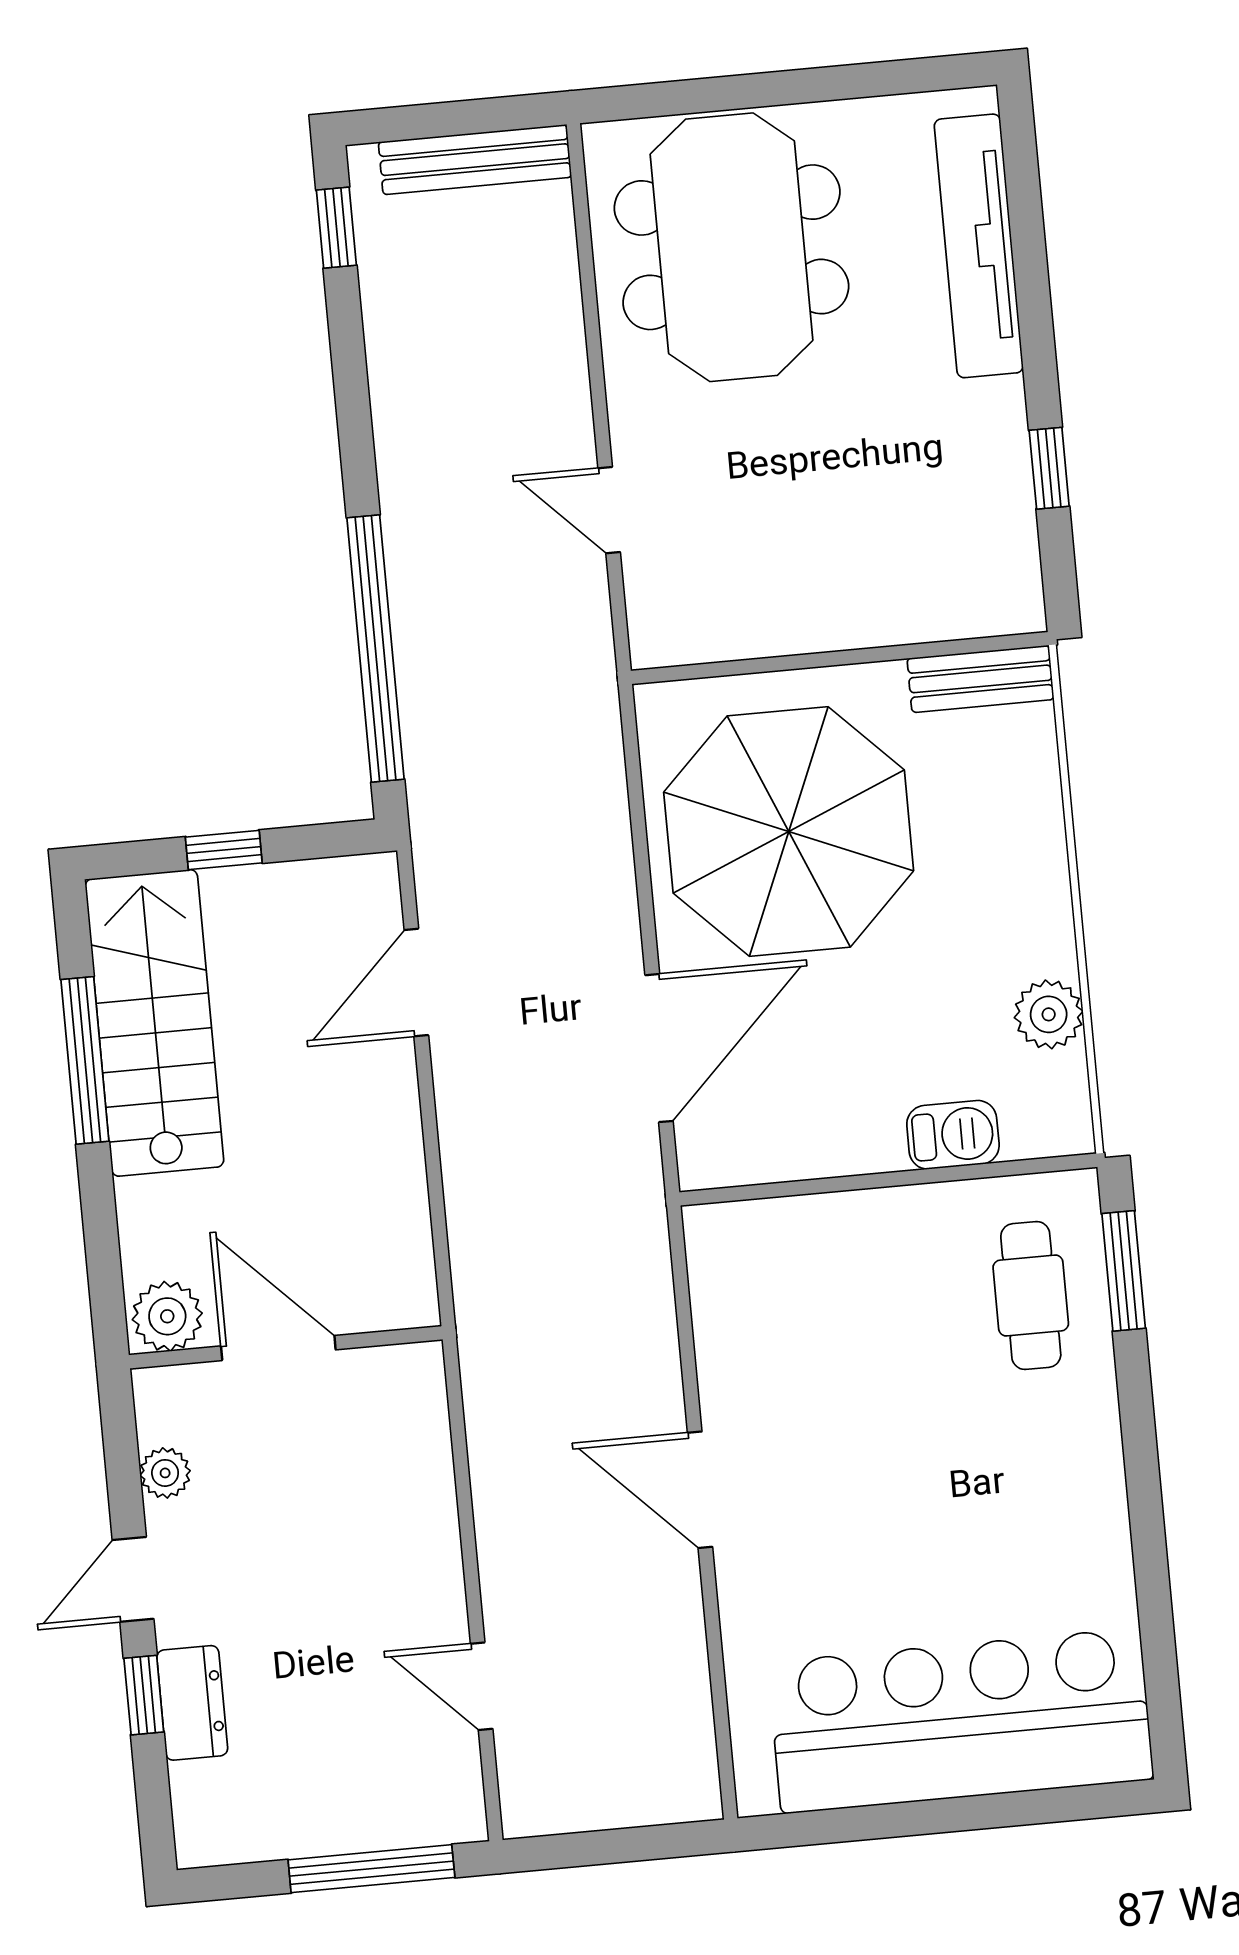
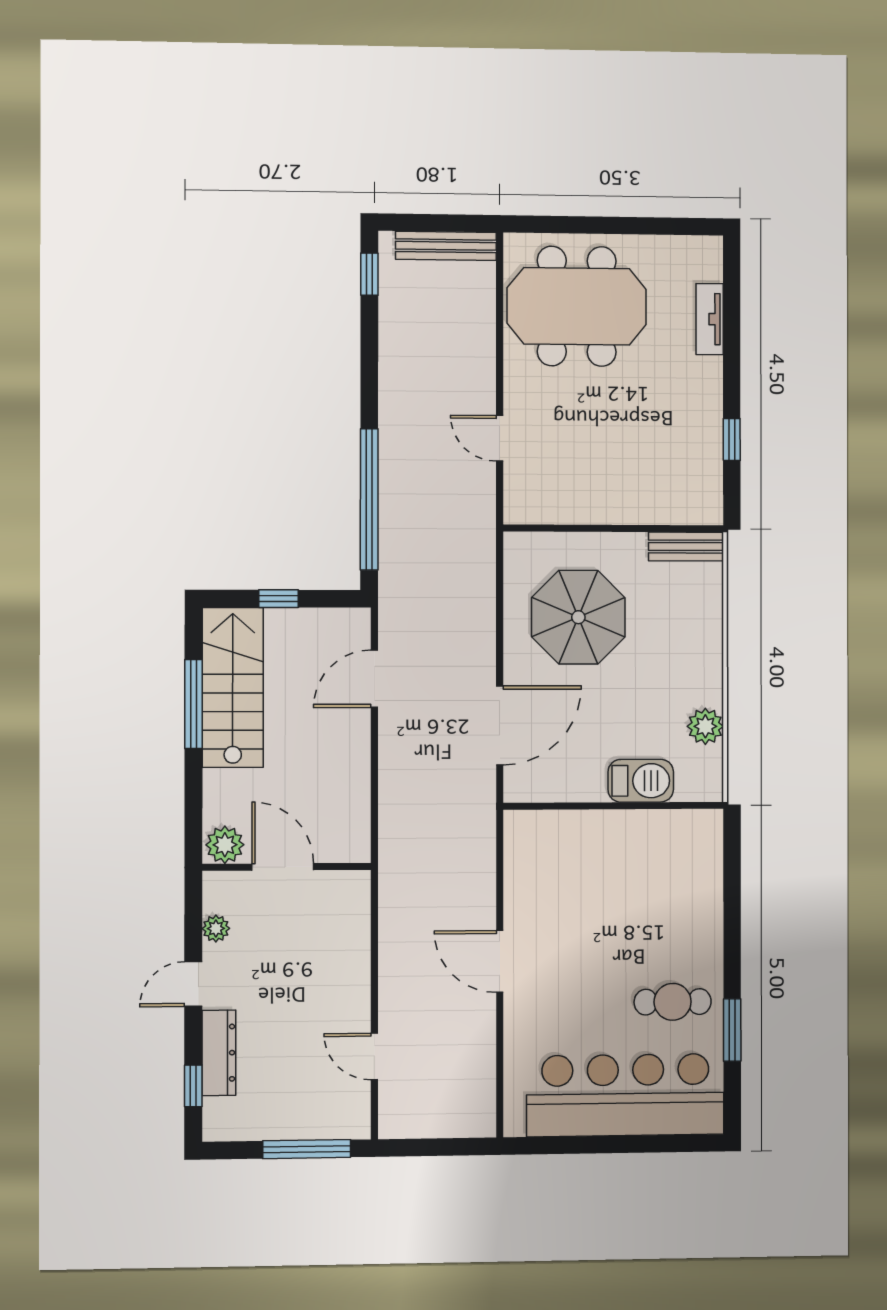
tv unit: (979, 246) -> (710, 319), width x0.52, depth x0.78
meeting table: (731, 247) -> (577, 306), turned 90
parasol: (789, 832) -> (578, 617), width x0.73, depth x0.73
barbecue: (953, 1135) -> (641, 781), width x1.38, depth x1.27
window: (1124, 1271) -> (732, 1030), moved
cafe table: (1031, 1295) -> (673, 1002), moved, turned 90
window: (144, 1695) -> (193, 1086), moved
dresser: (192, 1703) -> (219, 1053), width x1.44

